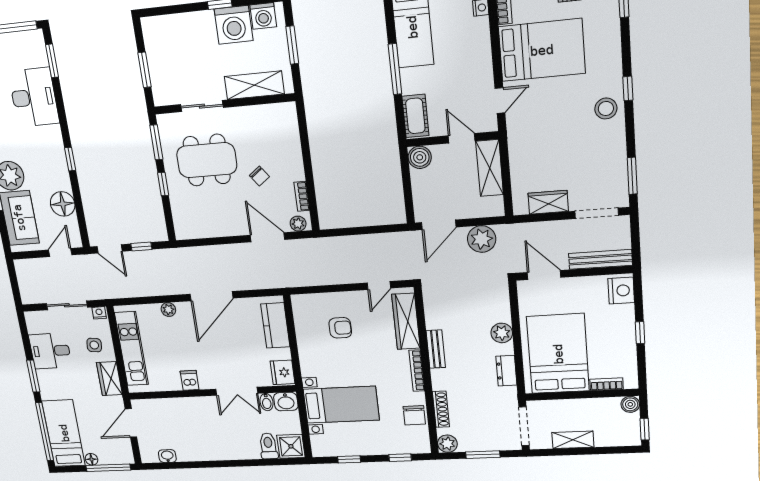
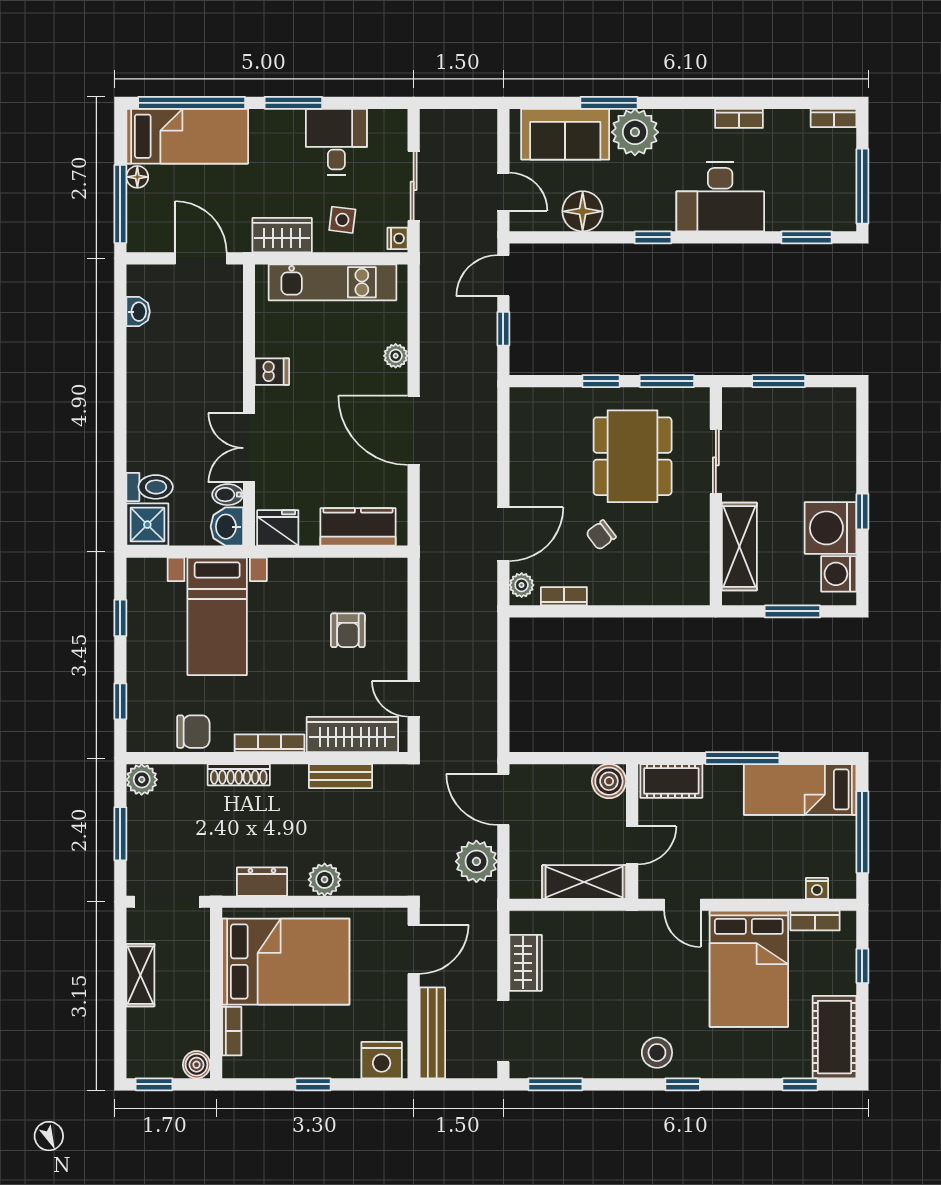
desk: (34, 97) -> (720, 197), moved
bench: (436, 349) -> (341, 776), moved
shoe rack: (441, 409) -> (239, 775), moved
chair: (414, 415) -> (193, 732), turned 180

